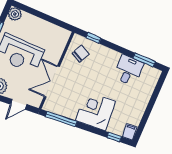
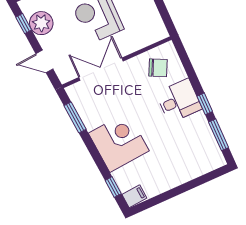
window: (93, 38) -> (205, 104), moved
desk: (128, 70) -> (179, 101), moved
window: (61, 119) -> (75, 117), width x0.69

